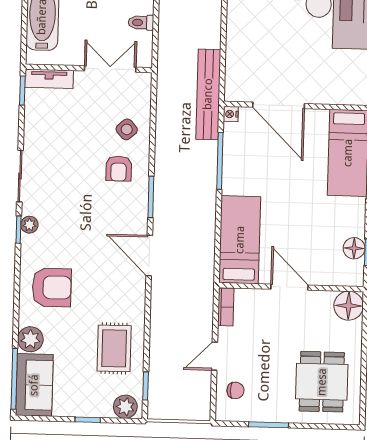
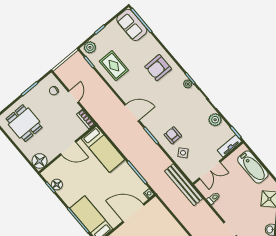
bench: (208, 94) -> (184, 185), moved
plant: (30, 339) -> (215, 120), moved

